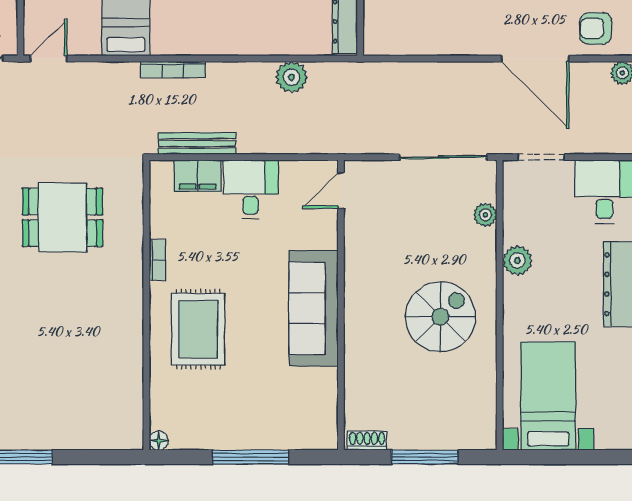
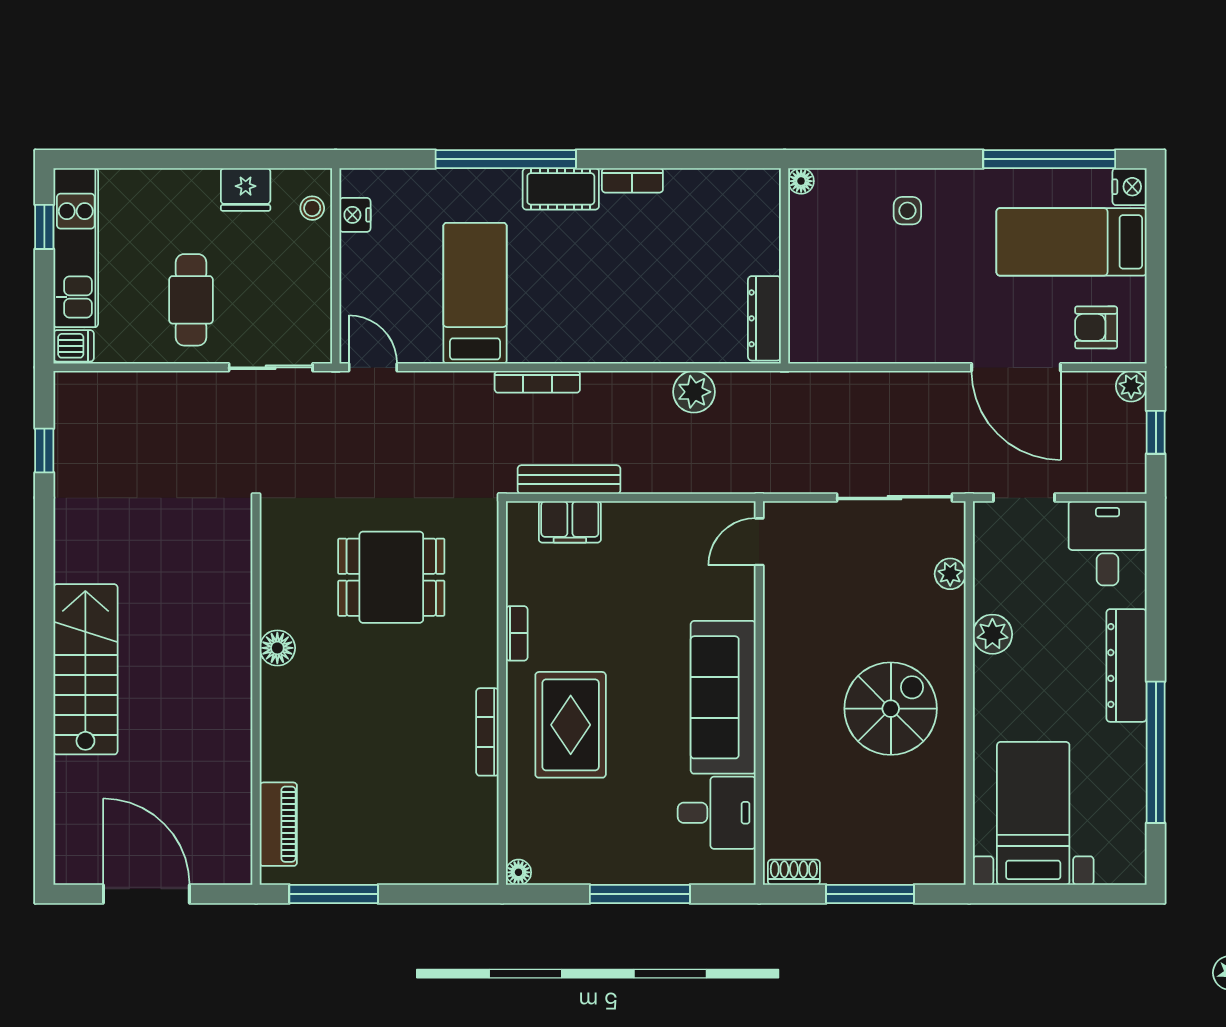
door: (49, 59) -> (373, 367), hinge flipped
desk: (251, 189) -> (717, 813), moved, turned 90
bookcase: (135, 334) -> (487, 732), added

